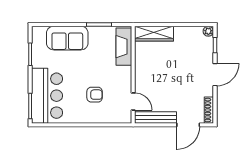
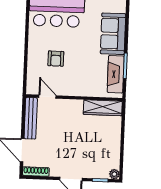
wardrobe: (154, 34) -> (103, 108), moved, turned -90
fireplace: (124, 47) -> (116, 74), moved, turned -90
door: (133, 102) -> (47, 97), swing flipped

